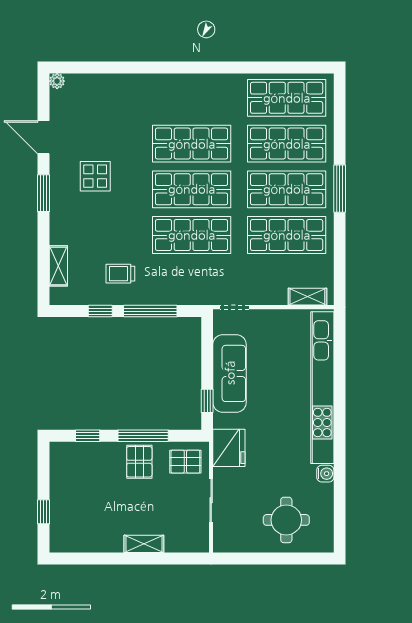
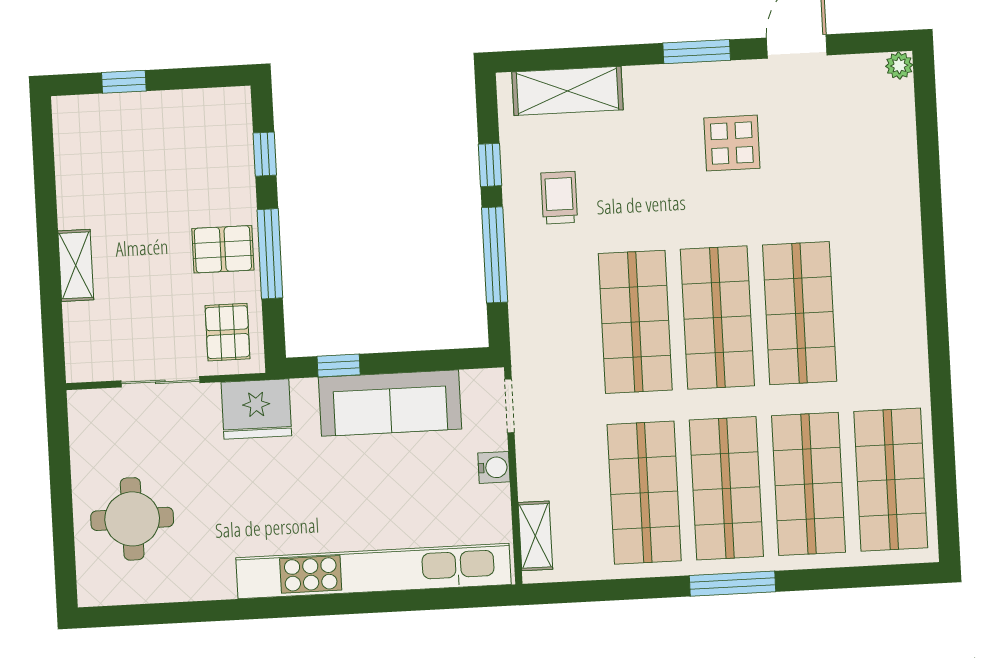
shelving: (58, 266) -> (567, 91), width x1.50, depth x1.33
water cooler: (325, 474) -> (494, 467), moved, turned -90

